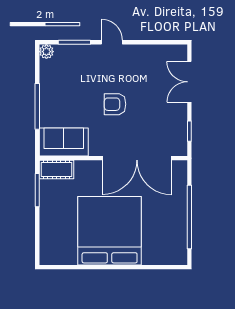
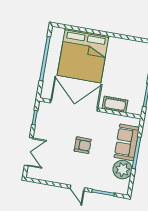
plant: (46, 52) -> (123, 170), moved, width x1.87, depth x1.87
sofa: (64, 142) -> (127, 142), moved, turned 90
cot: (56, 170) -> (115, 104), moved
bed: (110, 231) -> (83, 56), moved

